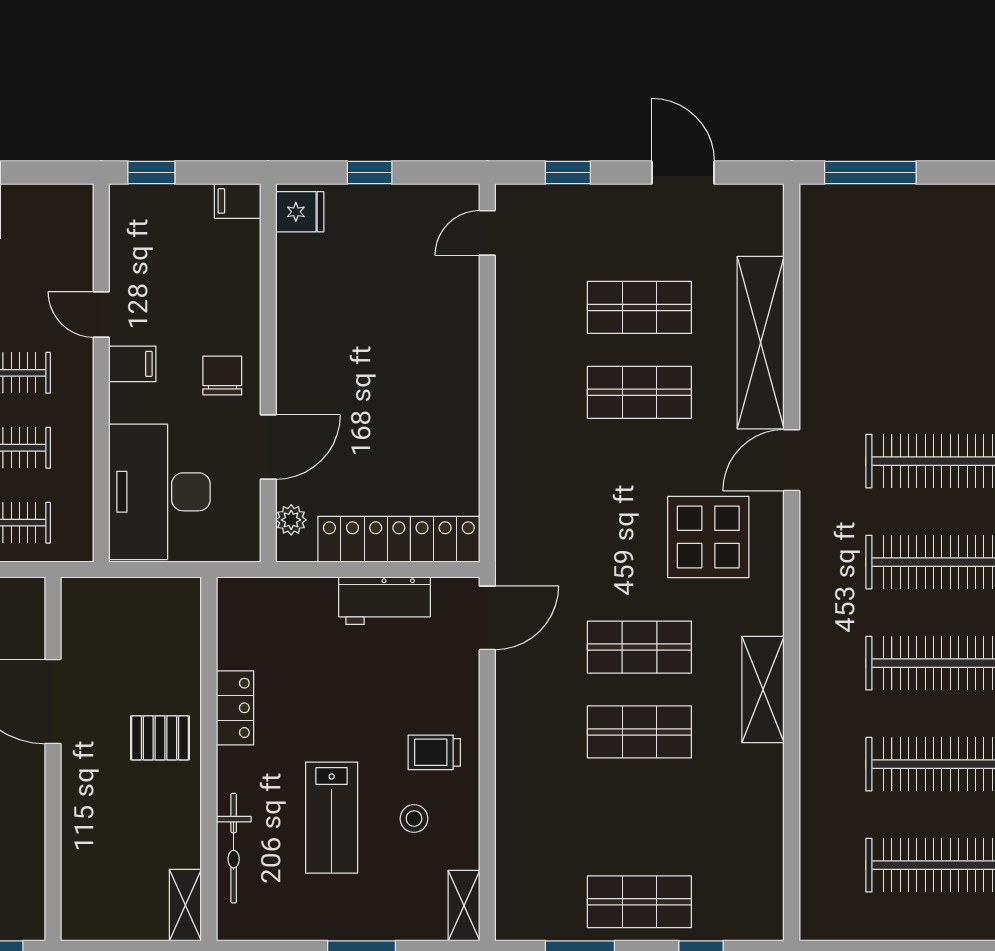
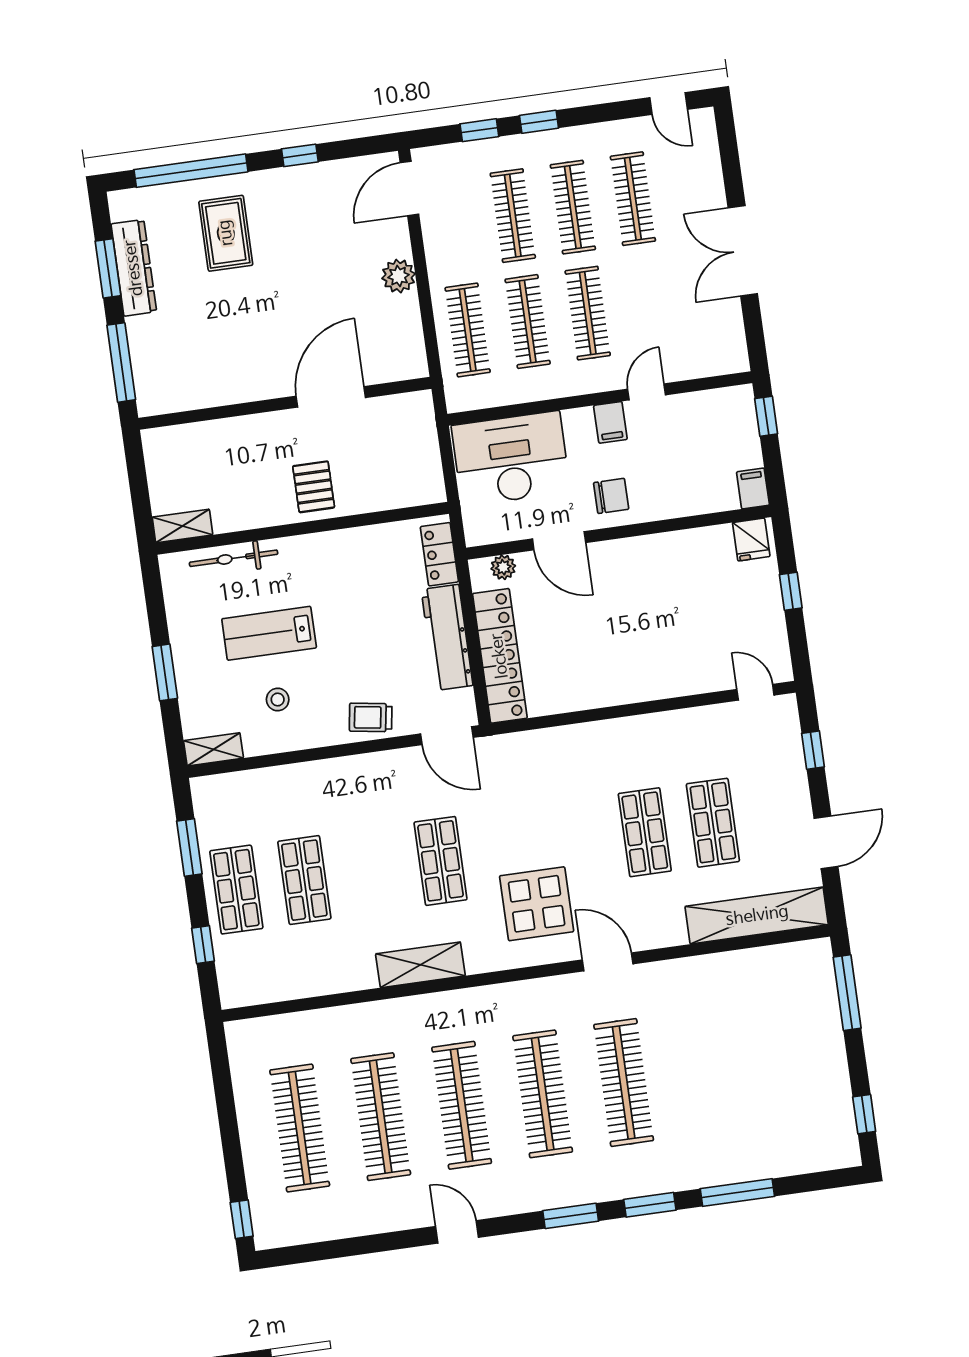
shelving: (761, 343) -> (757, 916), moved
workbench: (384, 601) -> (447, 637), width x1.38
locker: (235, 708) -> (439, 554), moved, turned 90
shop shelf: (639, 732) -> (304, 880), moved
trolley: (434, 752) -> (371, 717), moved, turned -81

